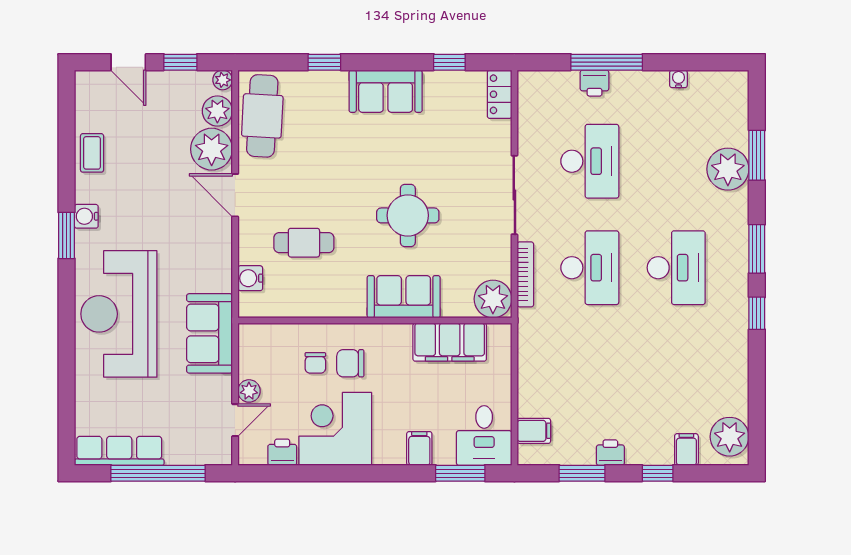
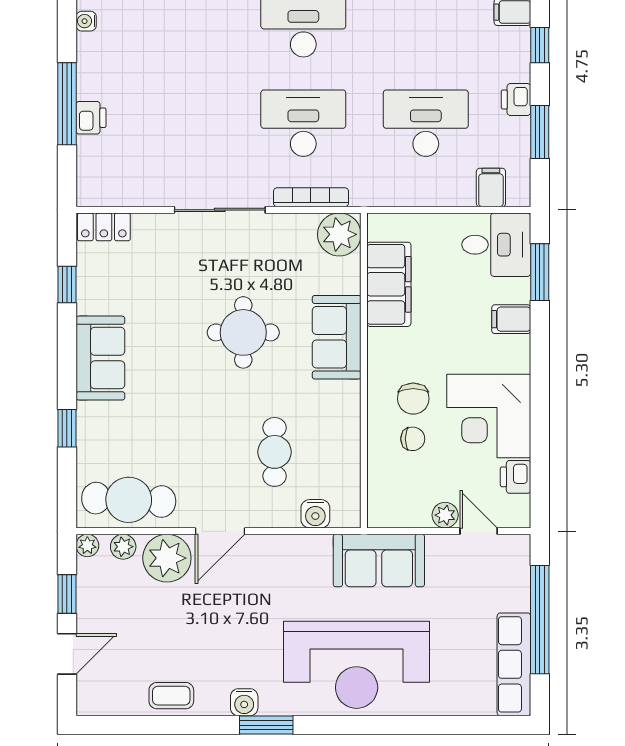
plant: (217, 111) -> (123, 547), width x0.73, depth x0.73
desk: (590, 161) -> (426, 123), moved

